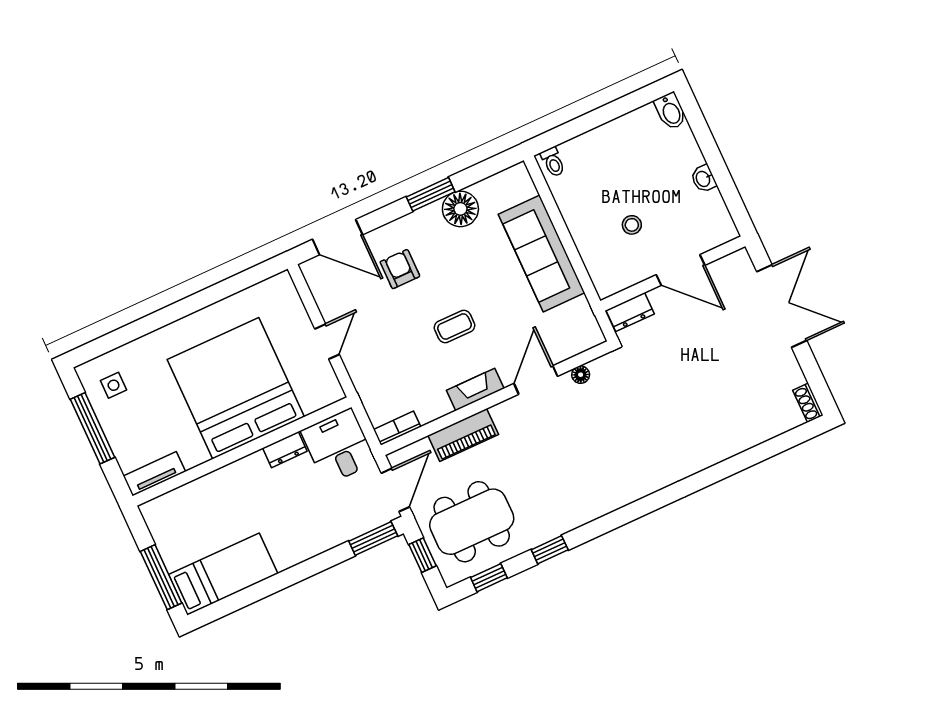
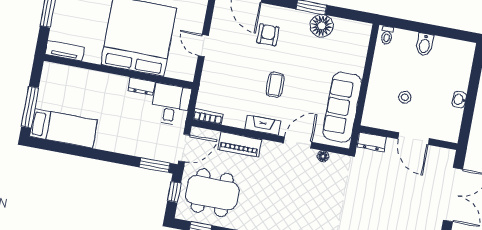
bidet: (671, 111) -> (425, 44), moved
sofa: (542, 253) -> (342, 107), moved
coffee table: (455, 326) -> (275, 85), turned 90
door: (327, 342) -> (203, 46), swing flipped

